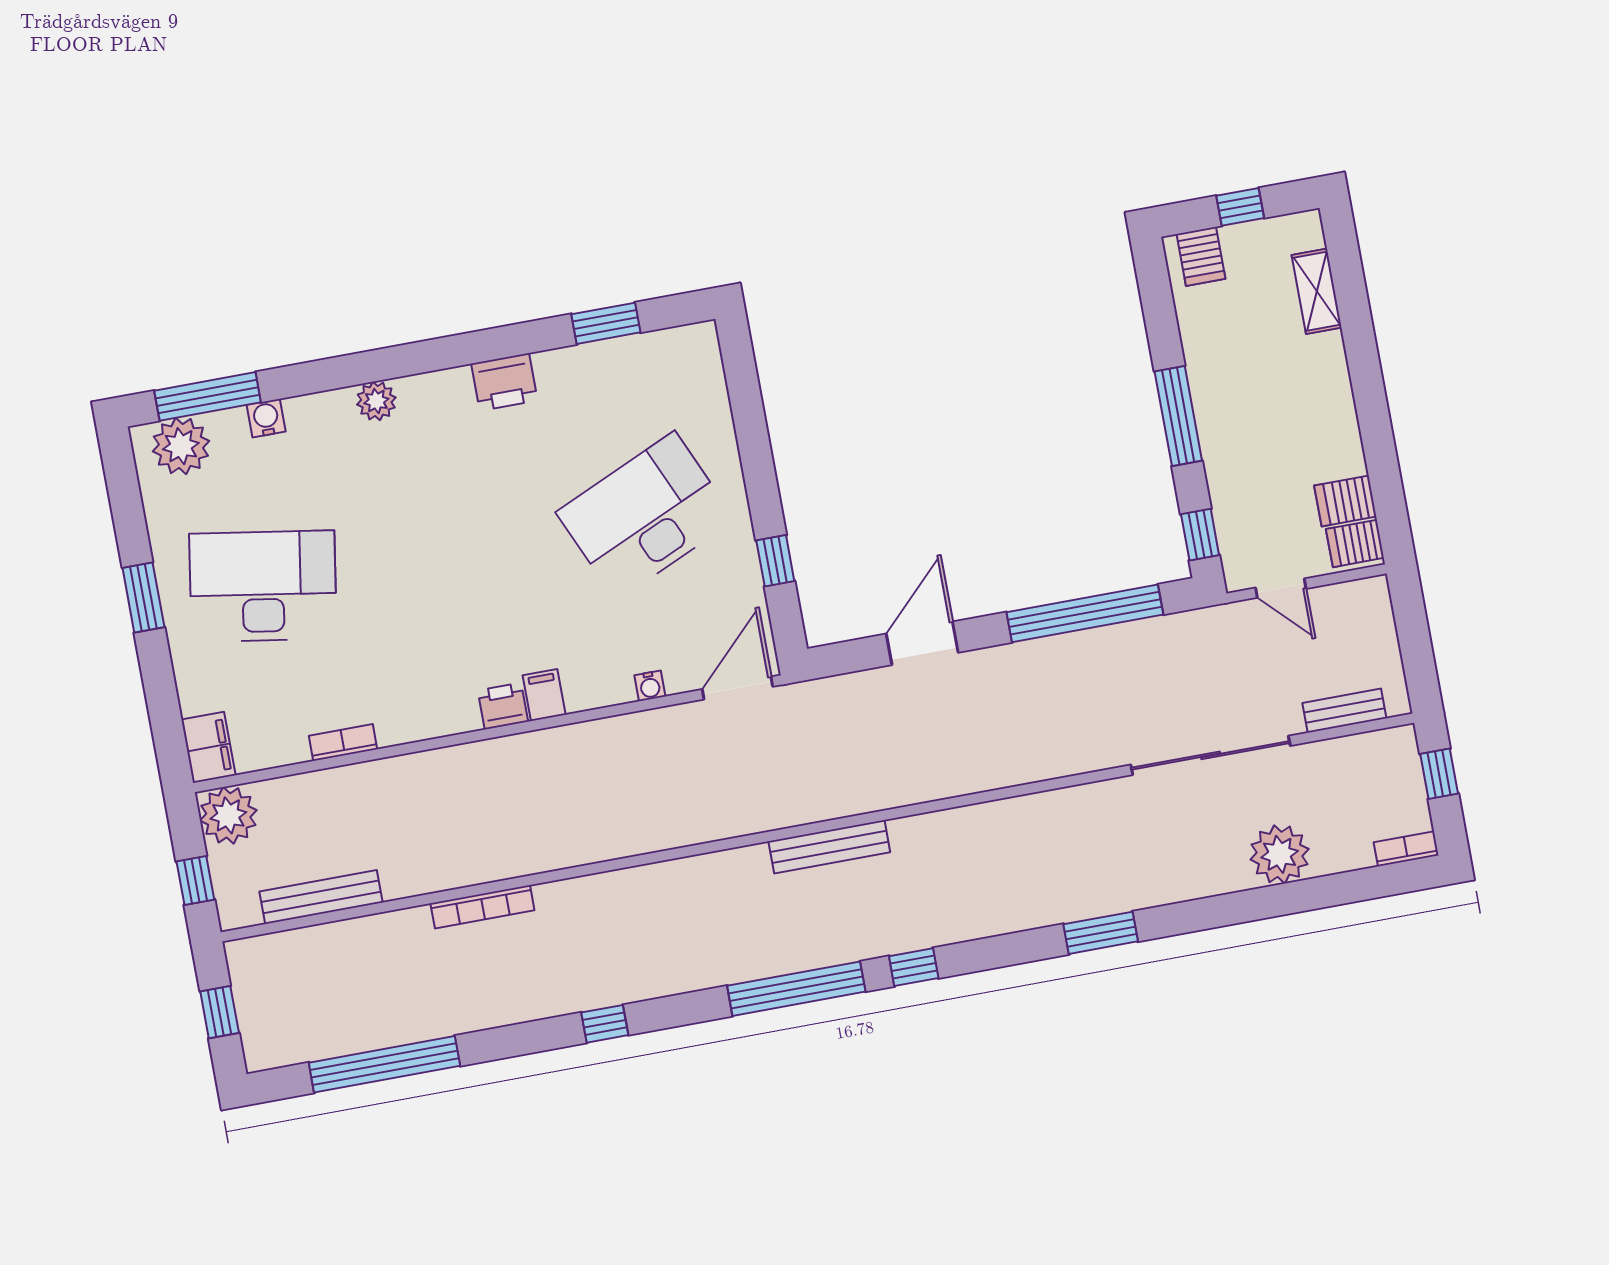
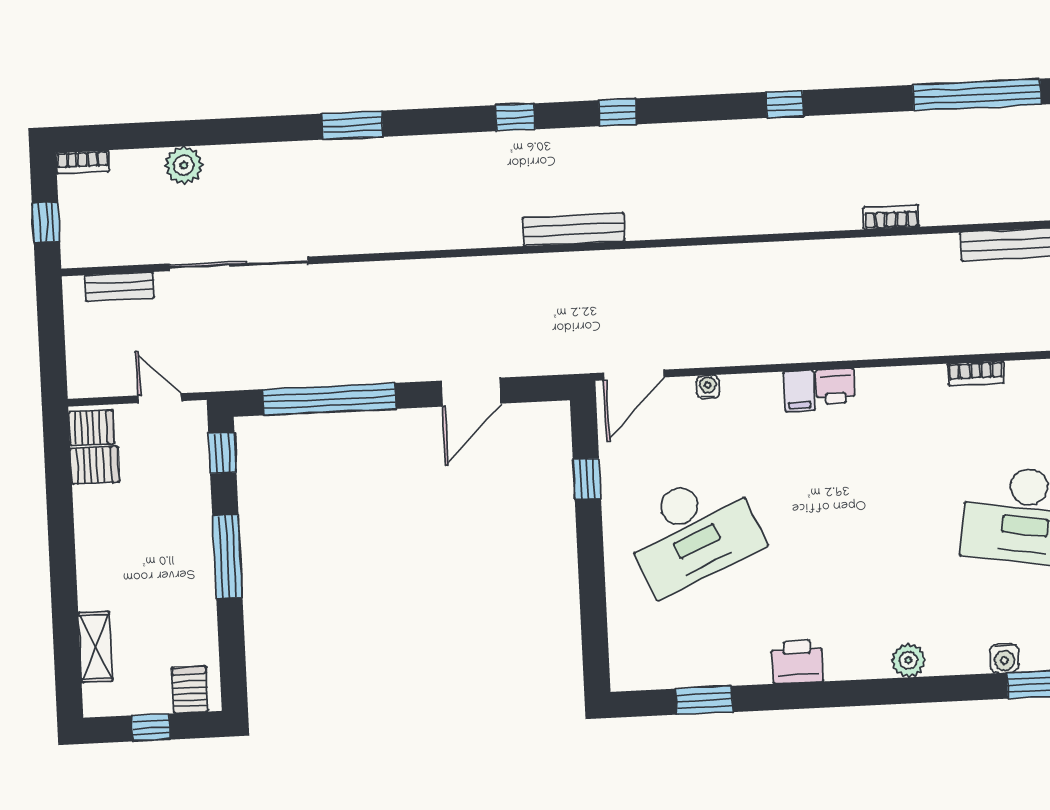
plant: (1280, 854) -> (184, 165), width x0.73, depth x0.73
bookcase: (482, 907) -> (891, 217), width x0.64
window: (796, 989) -> (618, 112), width x0.32

